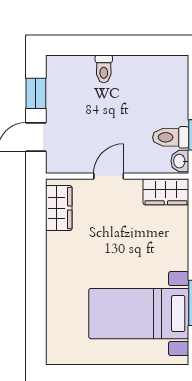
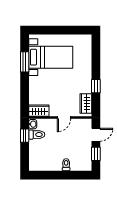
window: (36, 247) -> (96, 86), added

